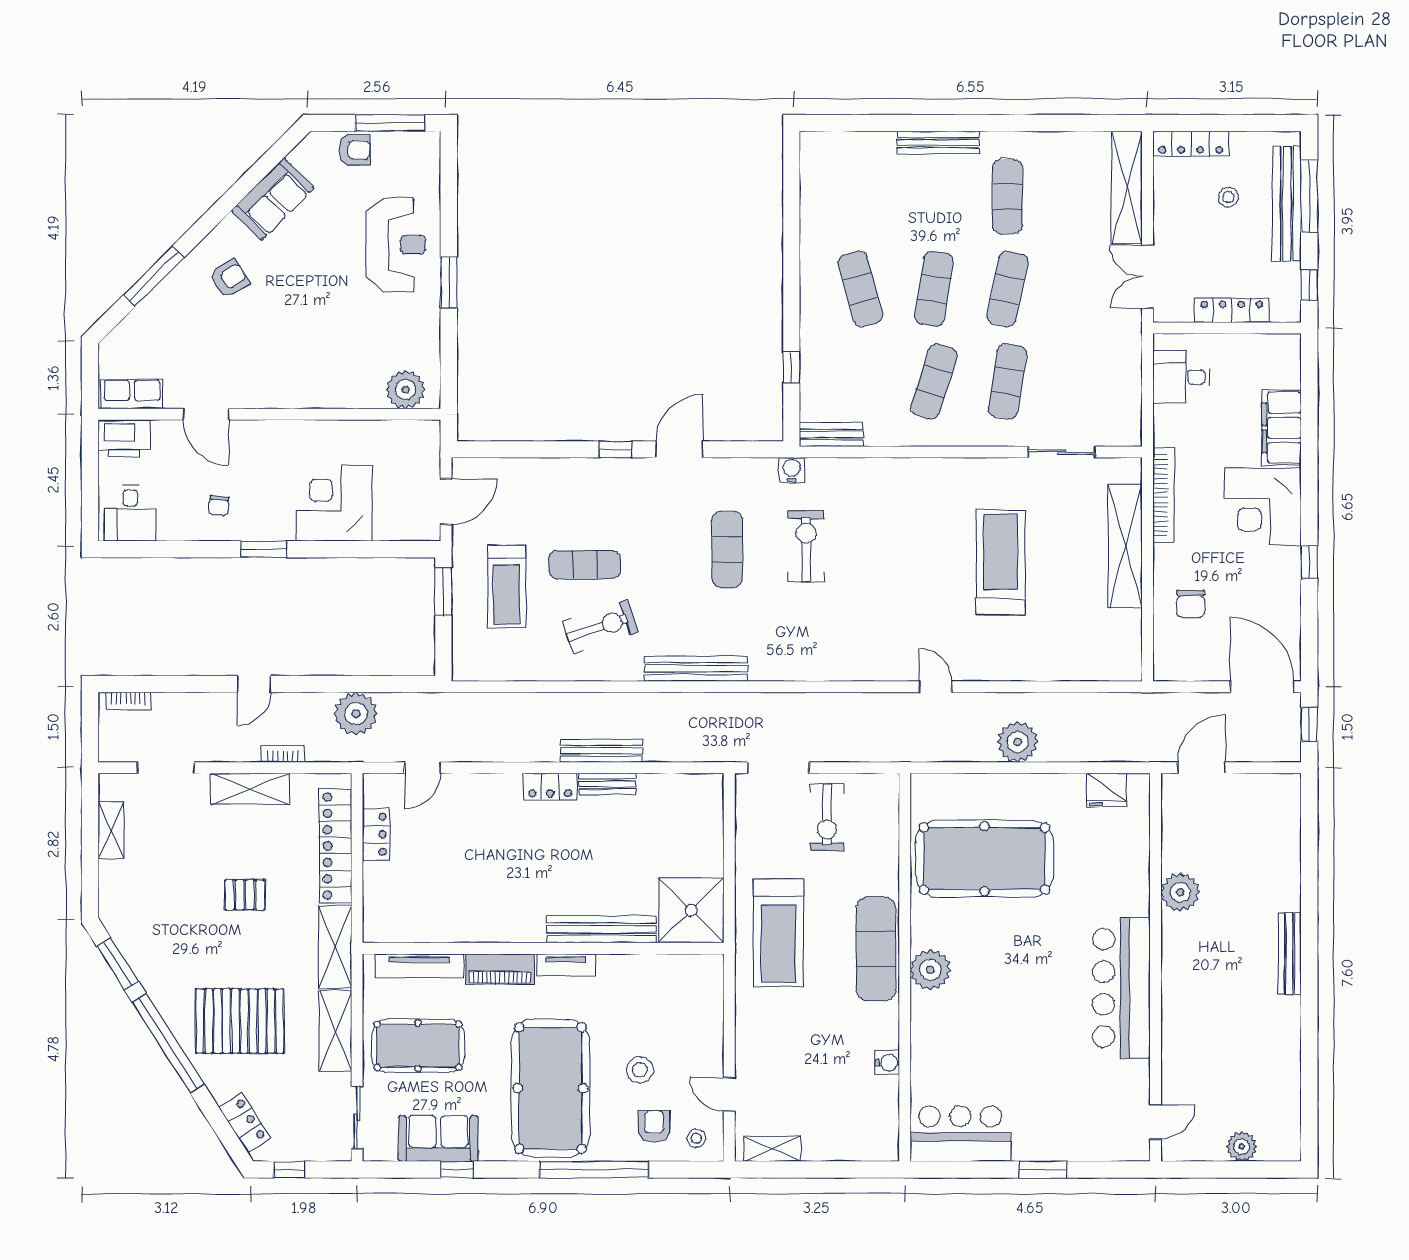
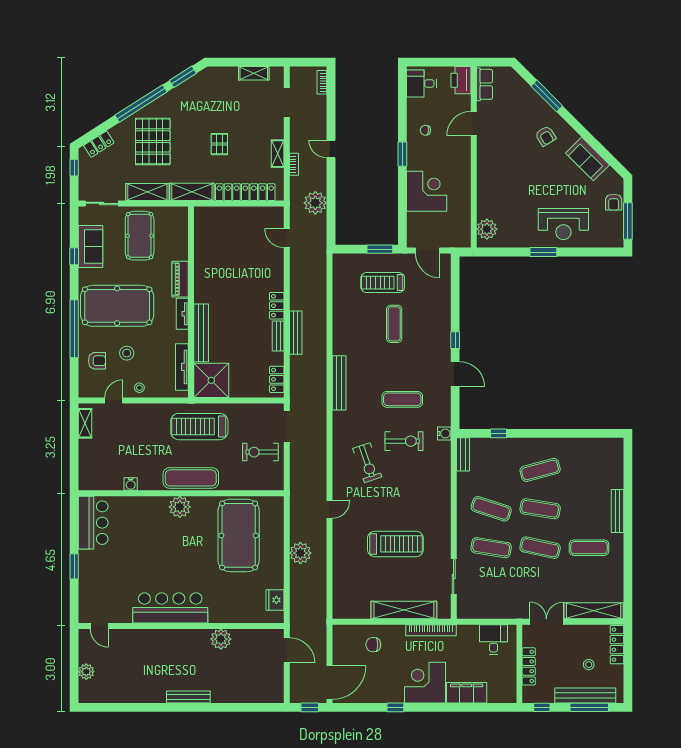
exercise bike: (600, 627) -> (367, 463), moved
shelving: (250, 789) -> (278, 154), width x0.67, depth x0.75
locker: (376, 834) -> (277, 379), moved, turned 90
tv unit: (419, 966) -> (182, 367), moved
stool: (696, 1138) -> (139, 388), moved

